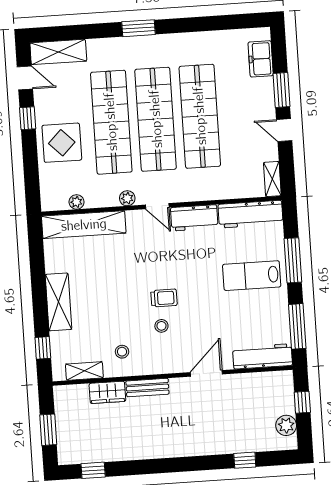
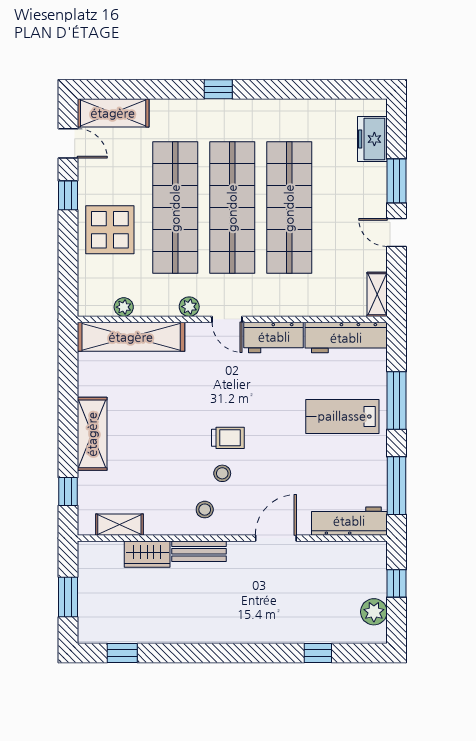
window: (139, 28) -> (218, 89), width x0.67
stool: (122, 352) -> (205, 510), moved

